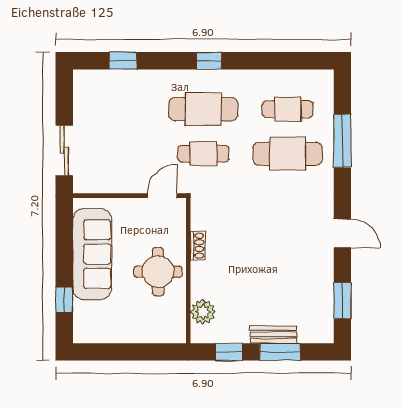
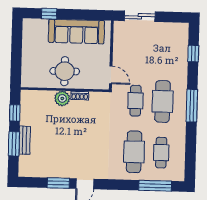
window: (209, 61) -> (192, 106), width x2.17
window: (342, 141) -> (155, 186), moved
window: (342, 301) -> (58, 183), moved
plant: (203, 312) -> (62, 98), moved

